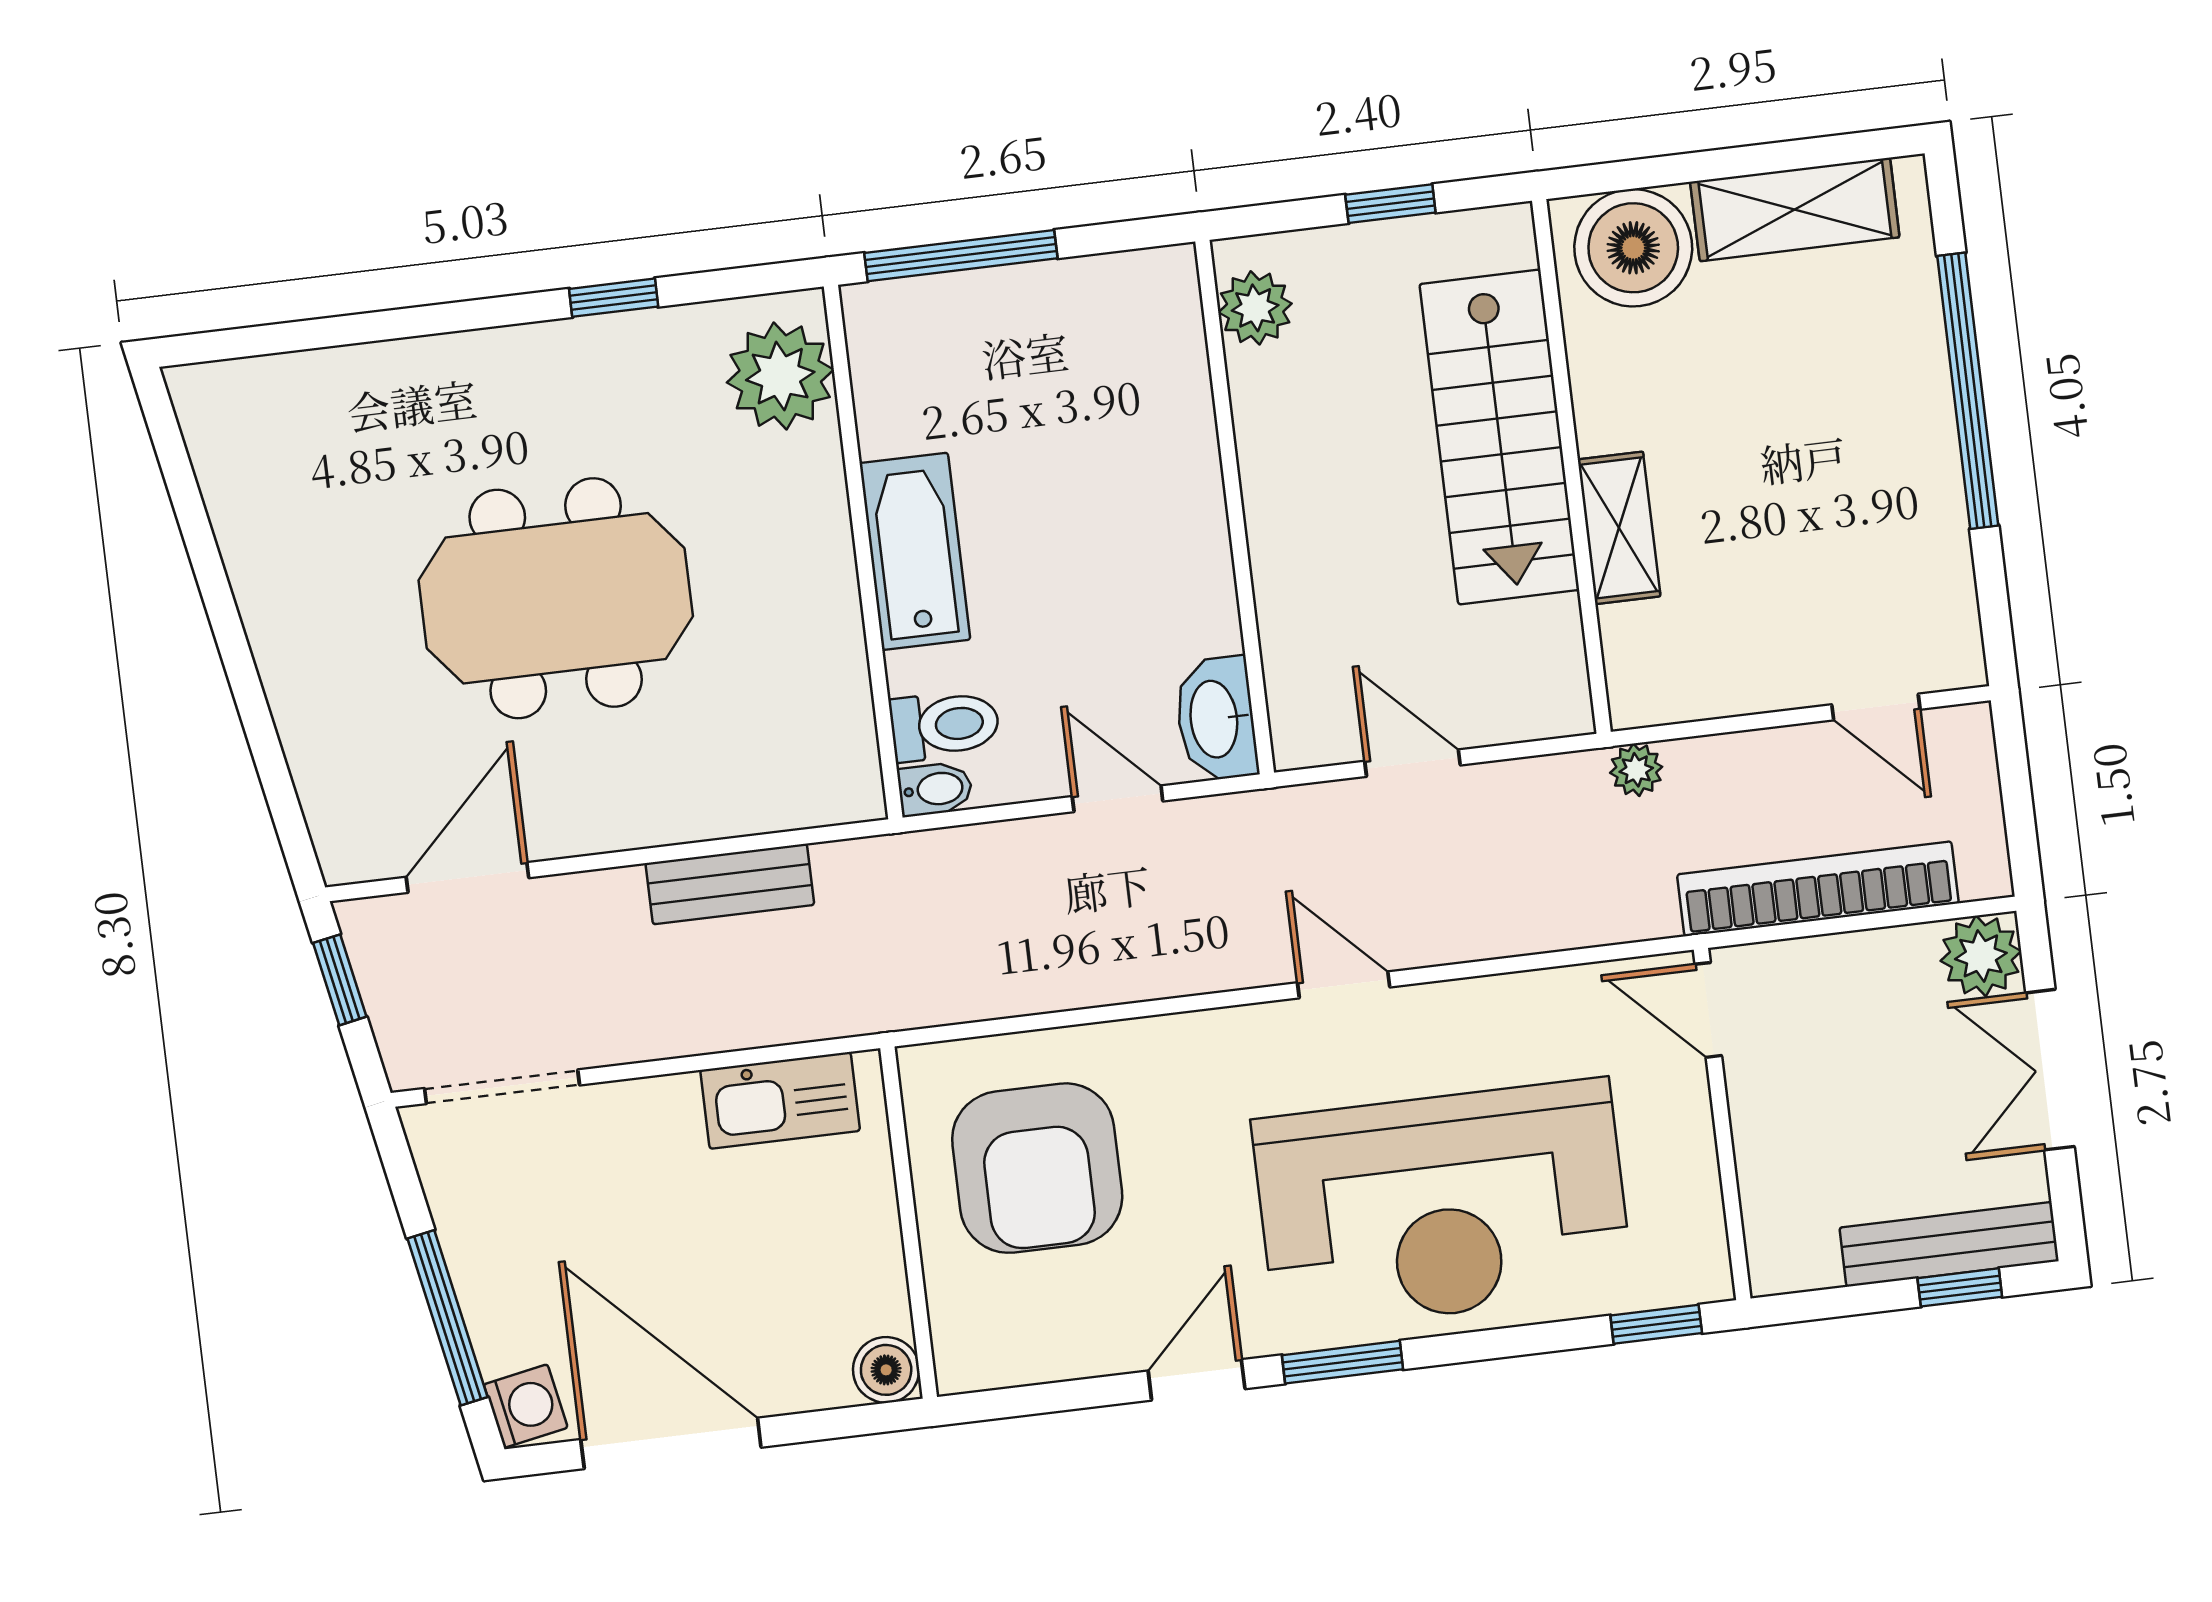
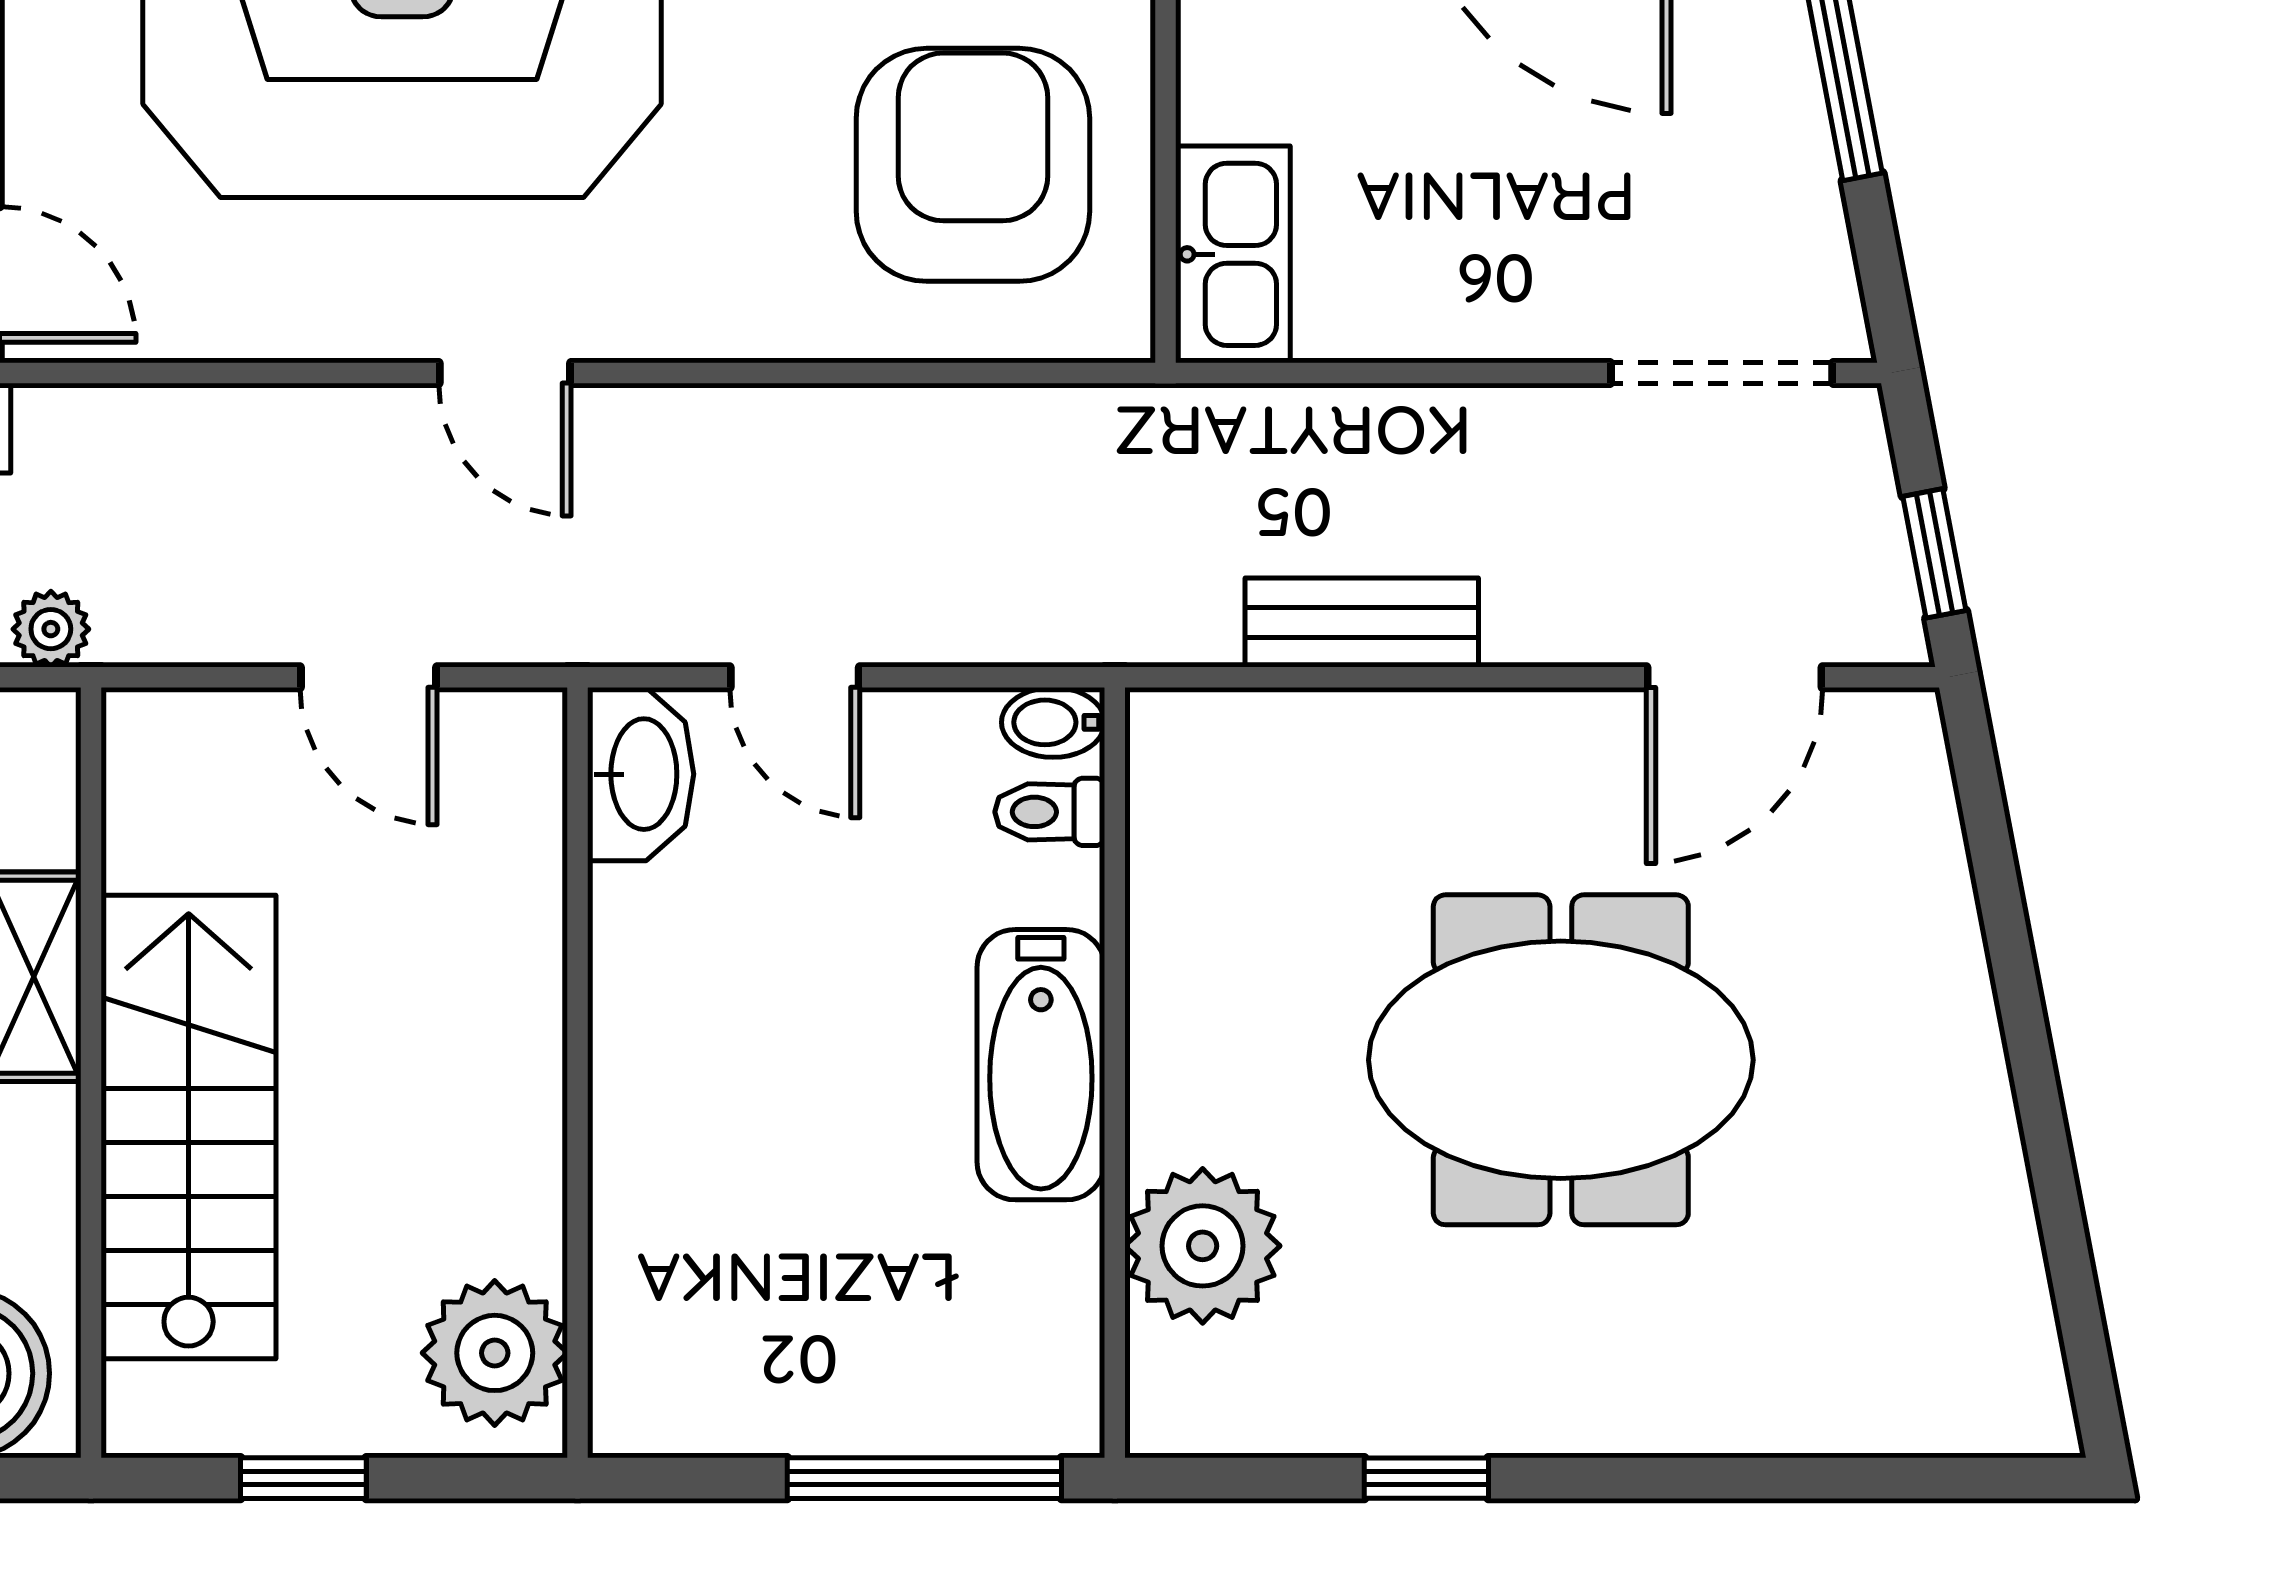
plant: (1255, 308) -> (495, 1353), width x1.36, depth x1.36
plant: (780, 376) -> (1203, 1246), moved
toilet: (945, 725) -> (1050, 812), width x0.73, depth x0.72
kitchen sink: (780, 1100) -> (1233, 254), moved, turned 90

